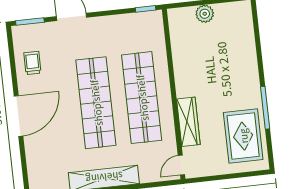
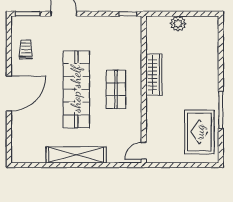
shop shelf: (142, 98) -> (116, 89), width x0.50, depth x0.74
wardrobe: (188, 122) -> (154, 75), moved

